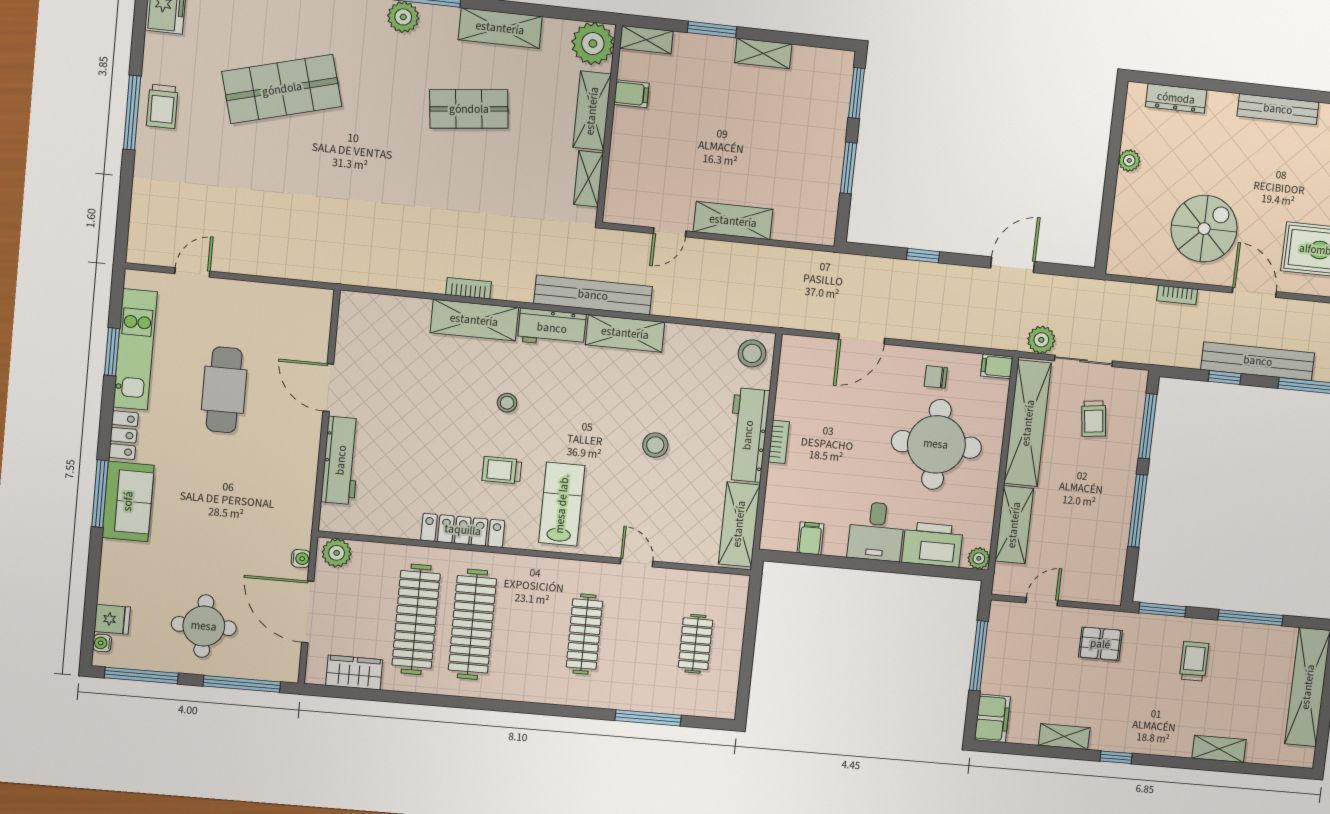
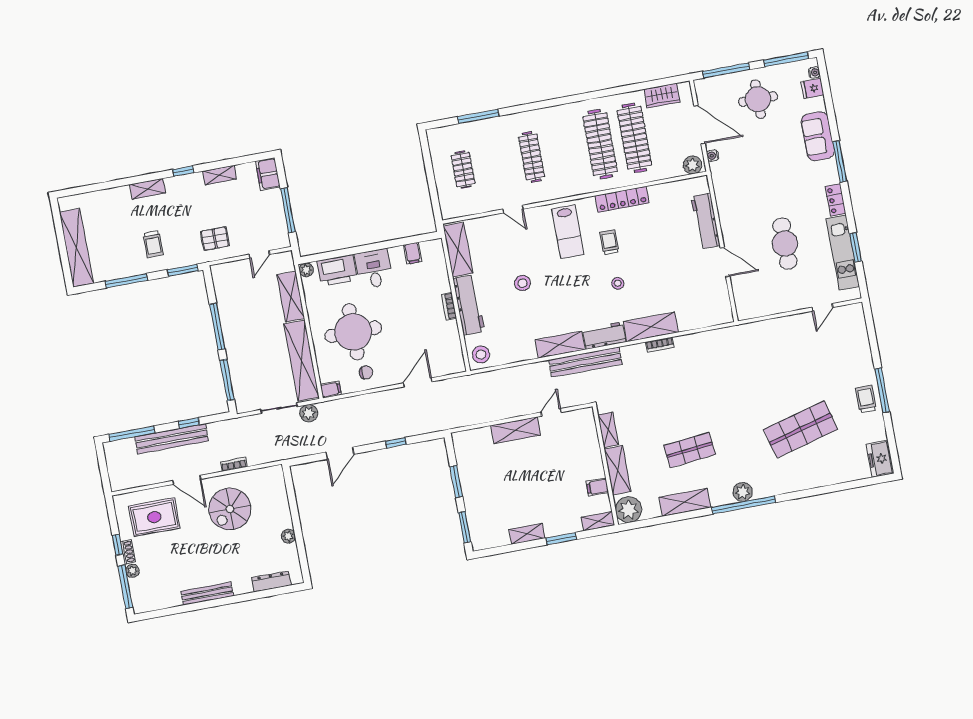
trolley: (1094, 419) -> (262, 375), removed
trolley: (502, 470) -> (609, 242), turned -90
sofa: (128, 501) -> (818, 136), moved
shelving: (1219, 749) -> (148, 189), moved

